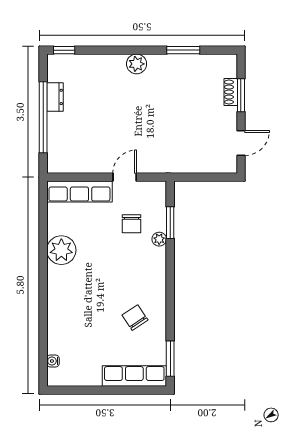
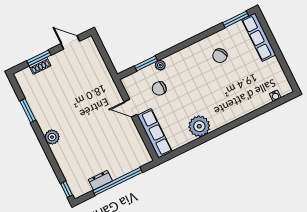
chair: (132, 224) -> (159, 88), turned 180

